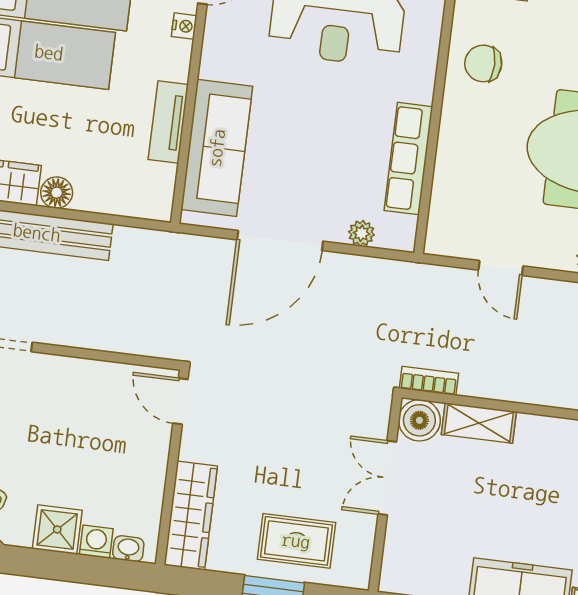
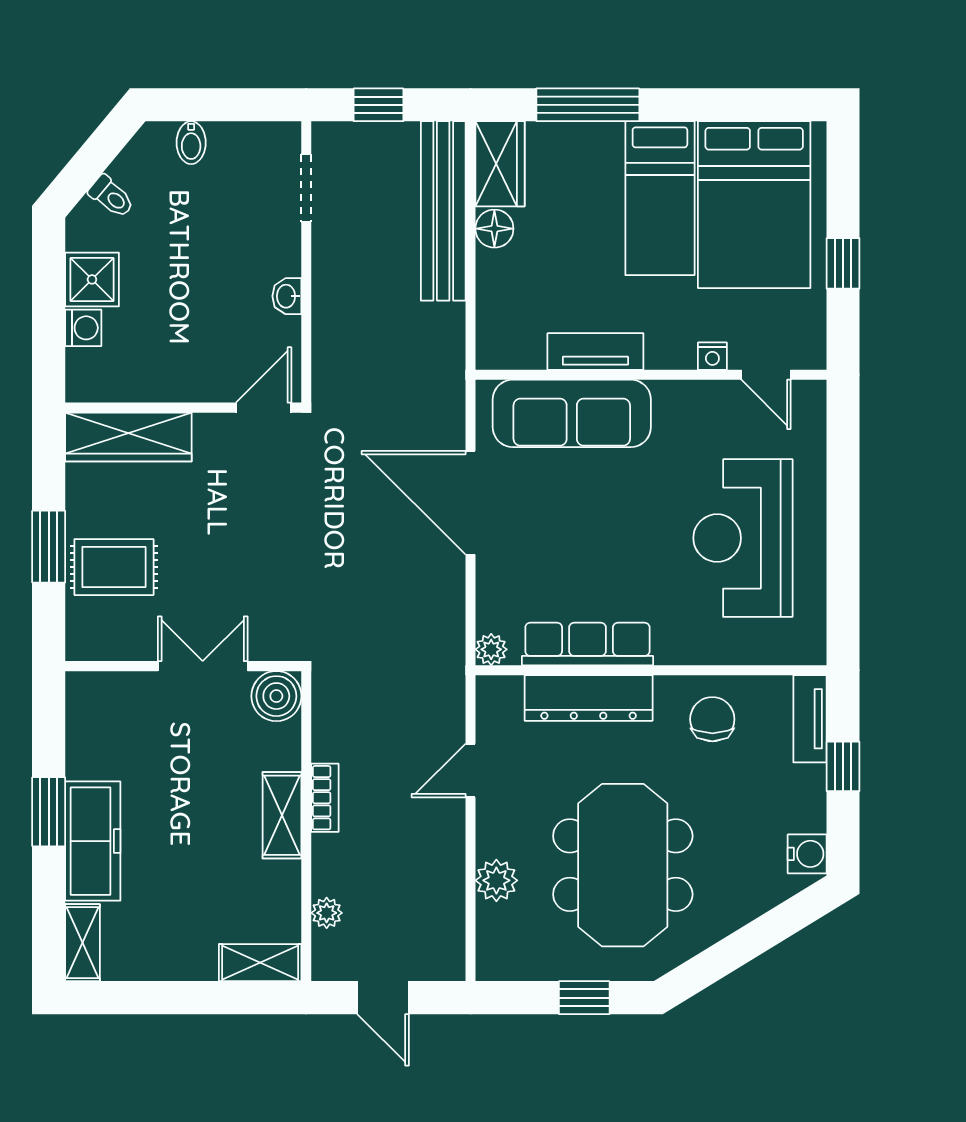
dresser: (453, 163) -> (589, 698), added
plant: (361, 233) -> (491, 649), moved
bookcase: (429, 381) -> (325, 798), moved
shelving: (479, 423) -> (282, 815), moved
rug: (296, 541) -> (114, 567), turned 90
washbasin: (128, 549) -> (287, 296), moved, turned 180

